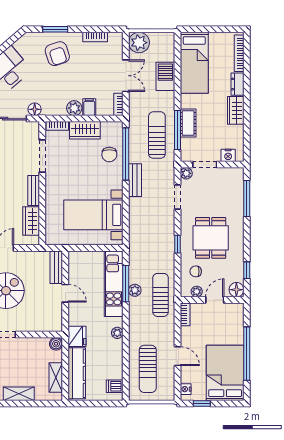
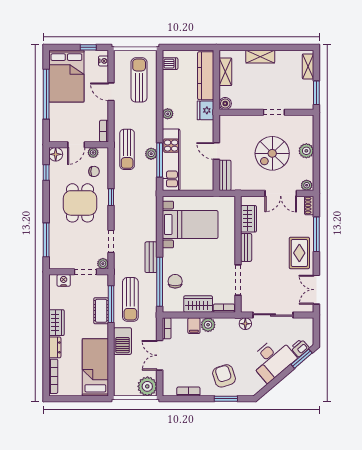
barbecue: (165, 76) -> (123, 341), moved

